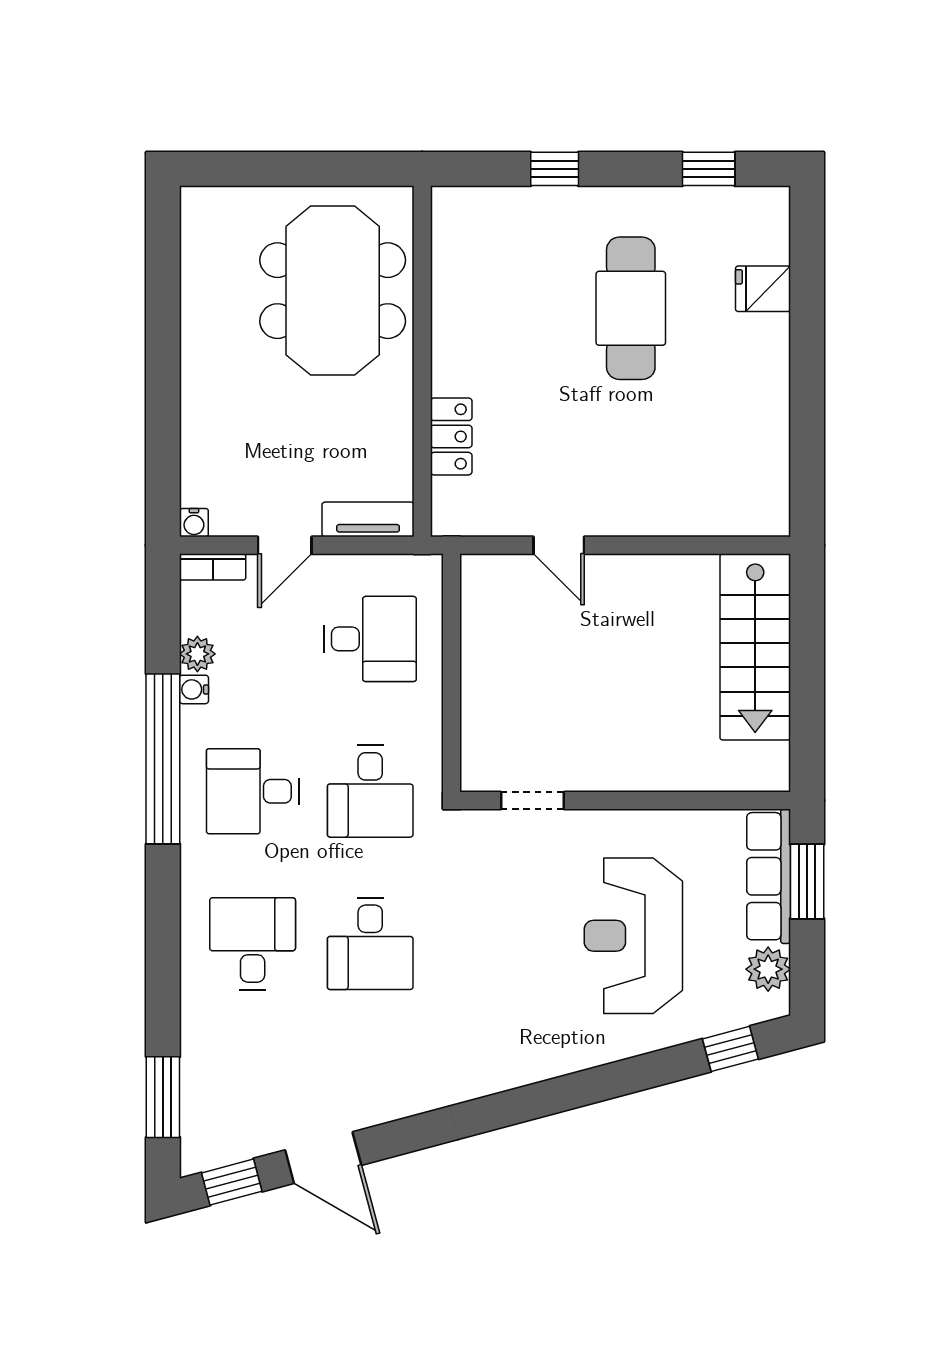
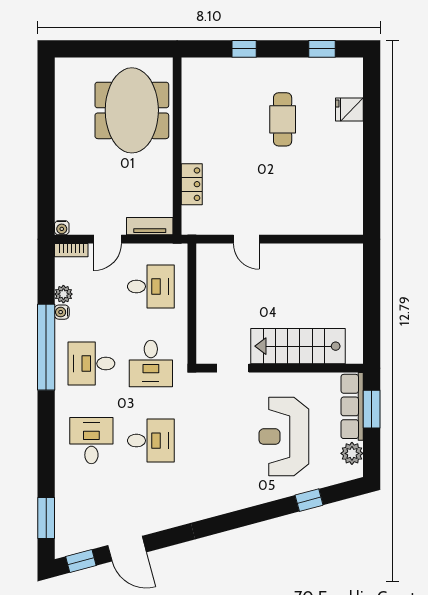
cafe table: (631, 308) -> (283, 119), width x0.73, depth x0.74
stairs: (755, 647) -> (298, 346), moved, turned 90
desk: (370, 944) -> (151, 441), turned -90
window: (730, 1049) -> (309, 500), moved

